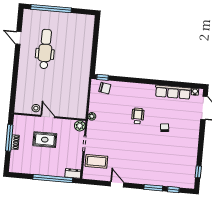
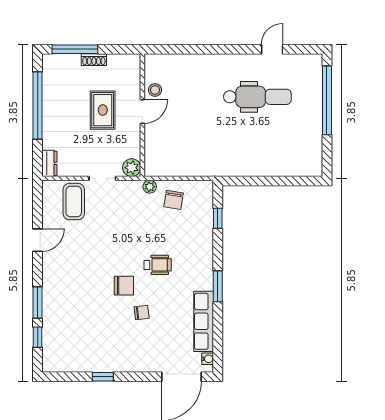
window: (103, 77) -> (218, 218), moved
window: (153, 82) -> (218, 286), added
chair: (105, 88) -> (174, 200), moved
chair: (148, 137) -> (124, 286), added
window: (9, 138) -> (75, 49), moved
window: (198, 172) -> (103, 377), moved
window: (53, 179) -> (38, 105), moved

